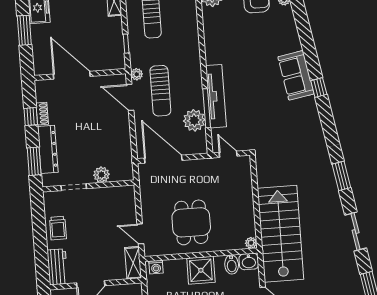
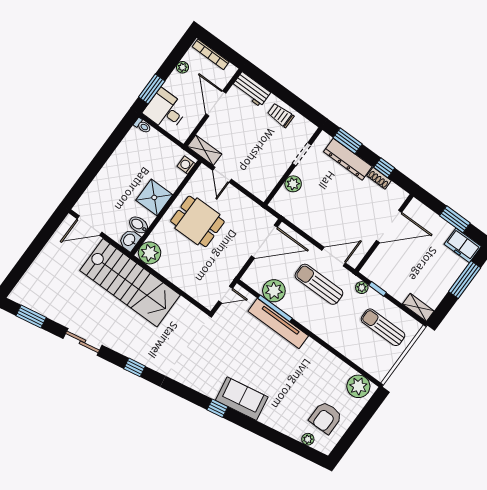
plant: (137, 74) -> (362, 288), moved
window: (341, 176) -> (134, 367), width x0.67
door: (140, 234) -> (222, 175), swing flipped
plant: (251, 243) -> (150, 253), width x1.88, depth x1.88

